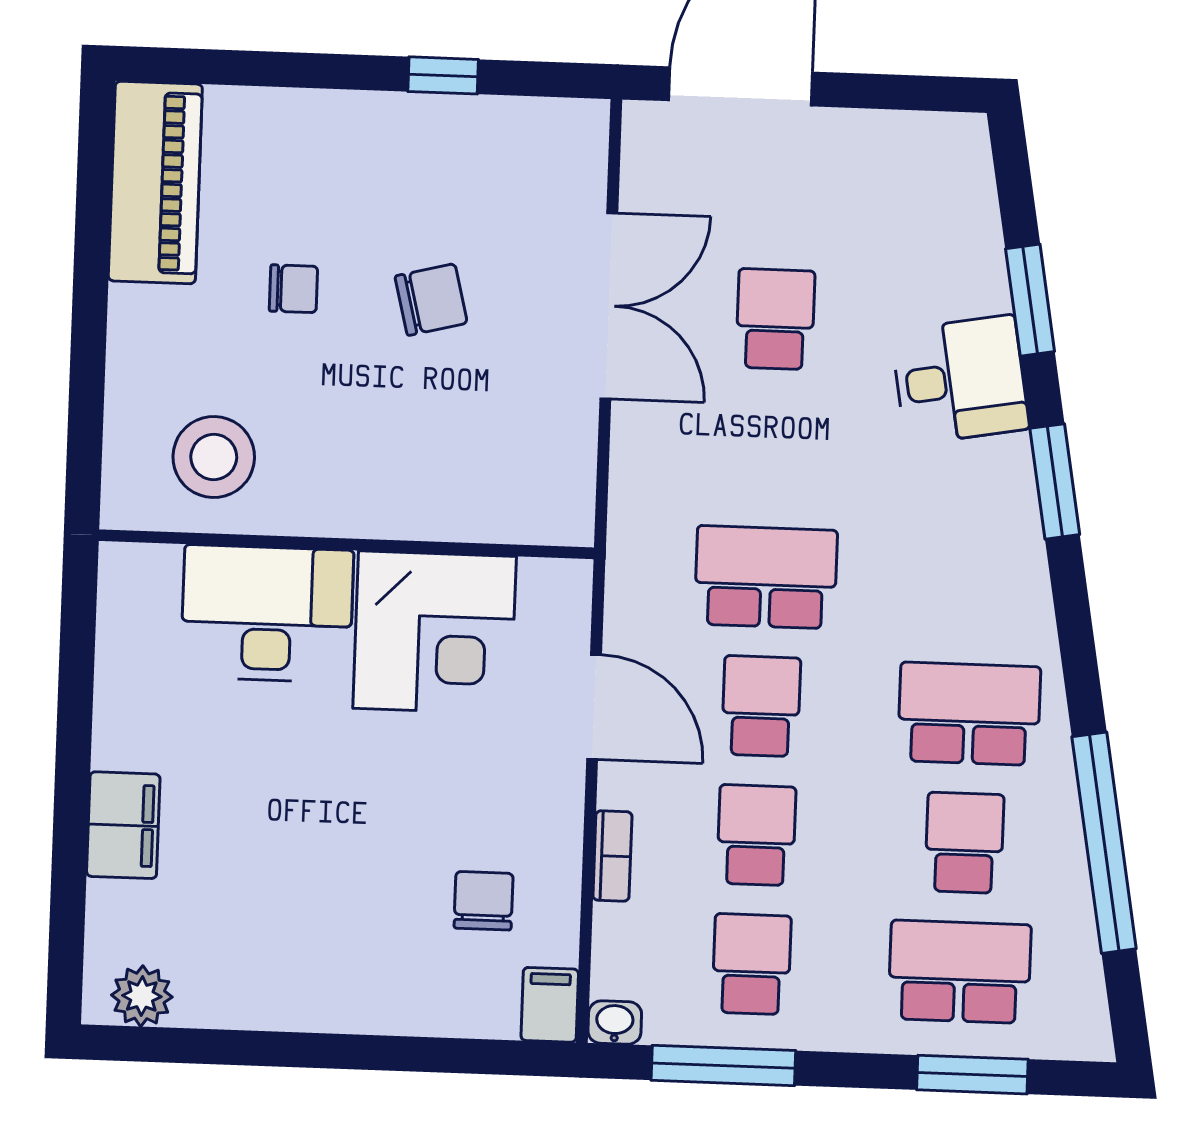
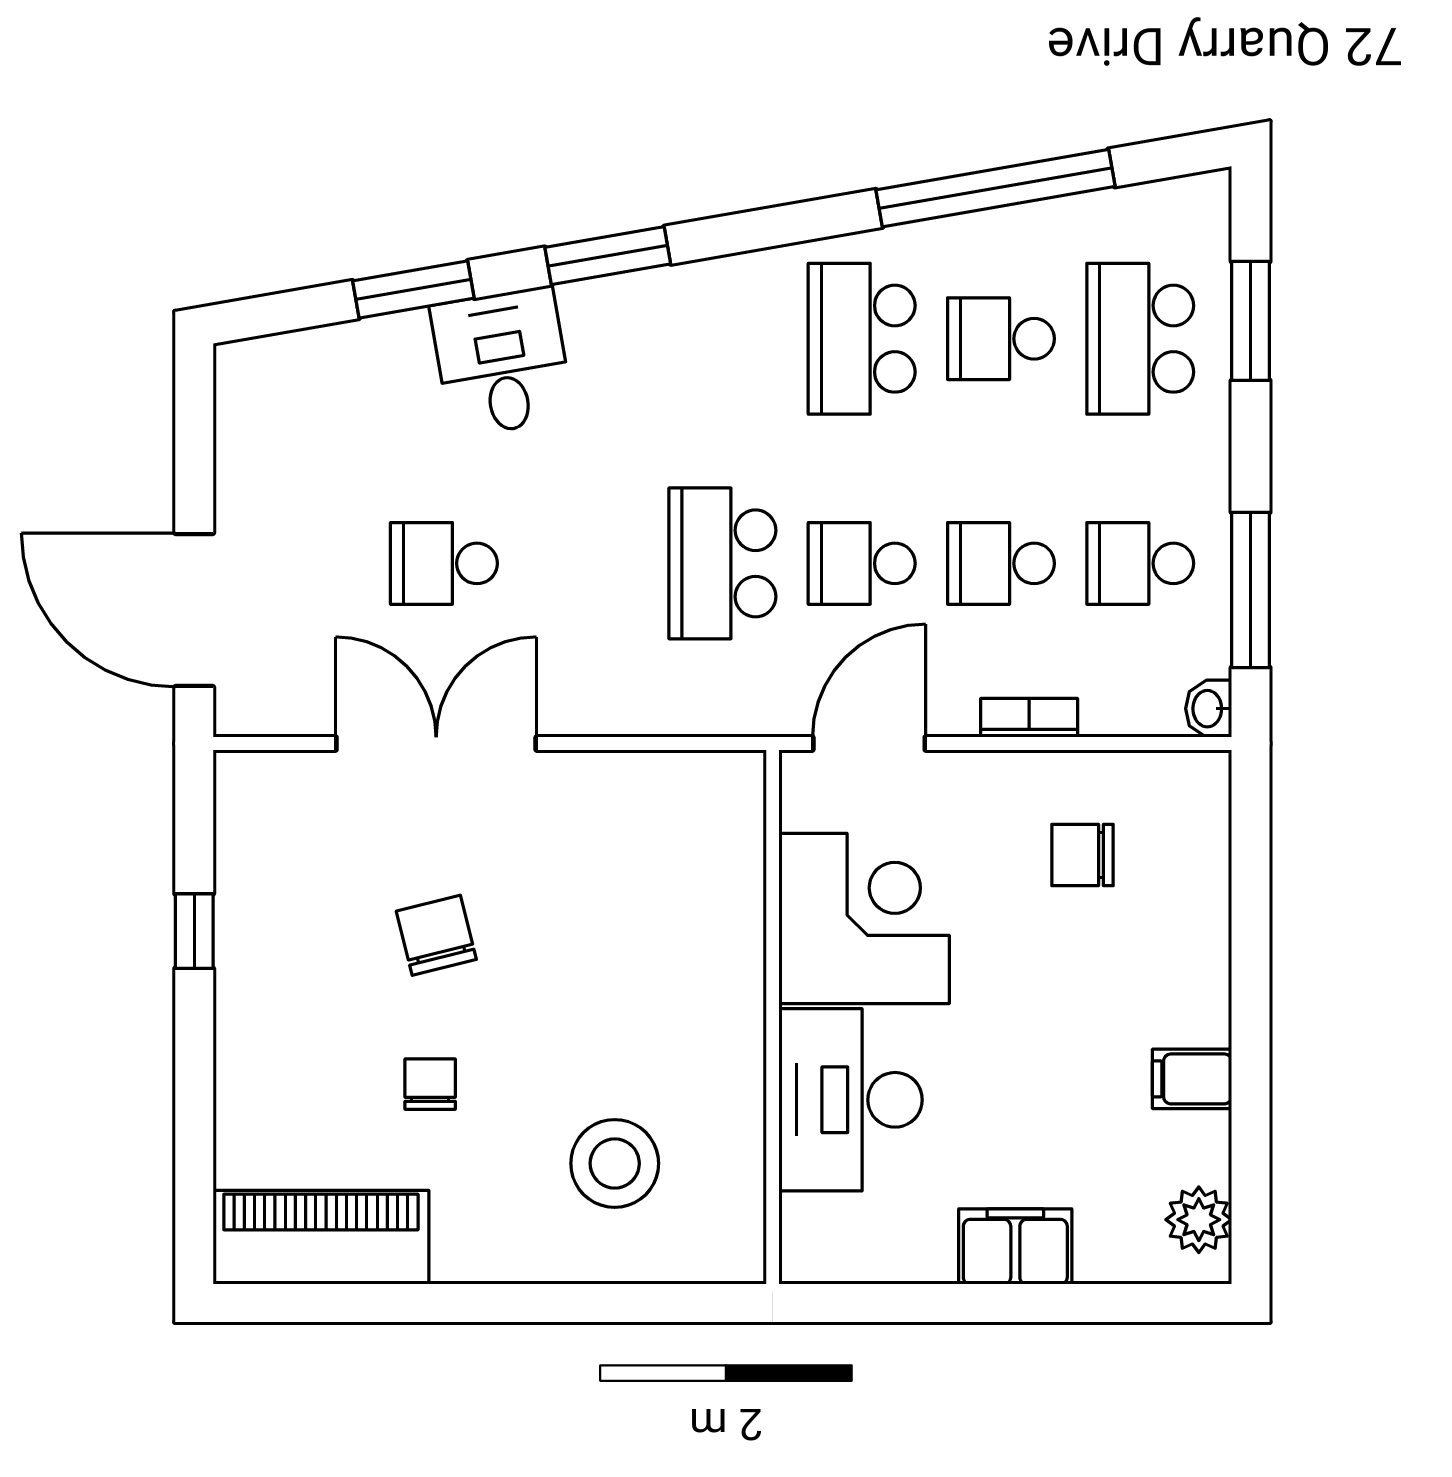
wall: (346, 544) -> (773, 1017), moved
desk: (267, 614) -> (851, 1100), moved
corner desk: (435, 632) -> (864, 918), moved
filing cabinet: (550, 1005) -> (1192, 1079), moved

